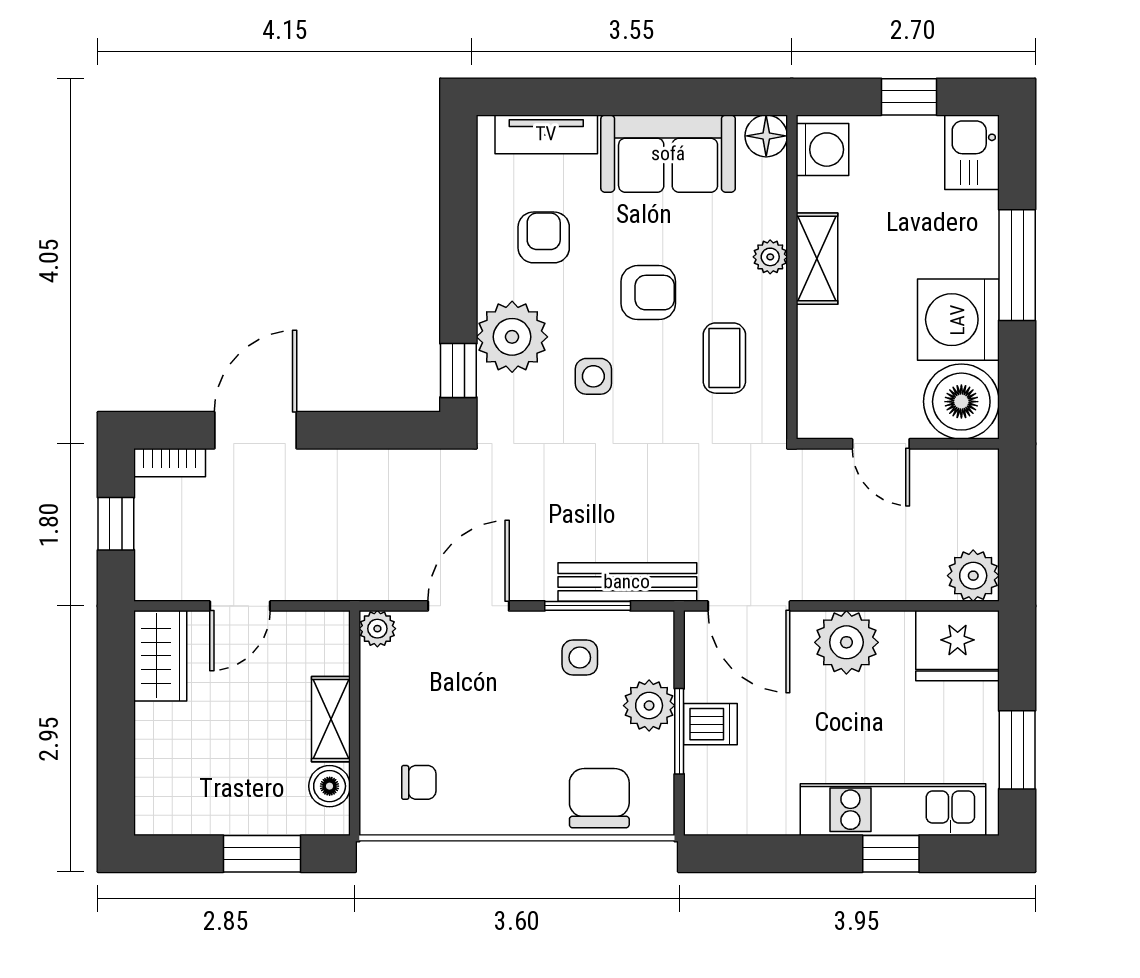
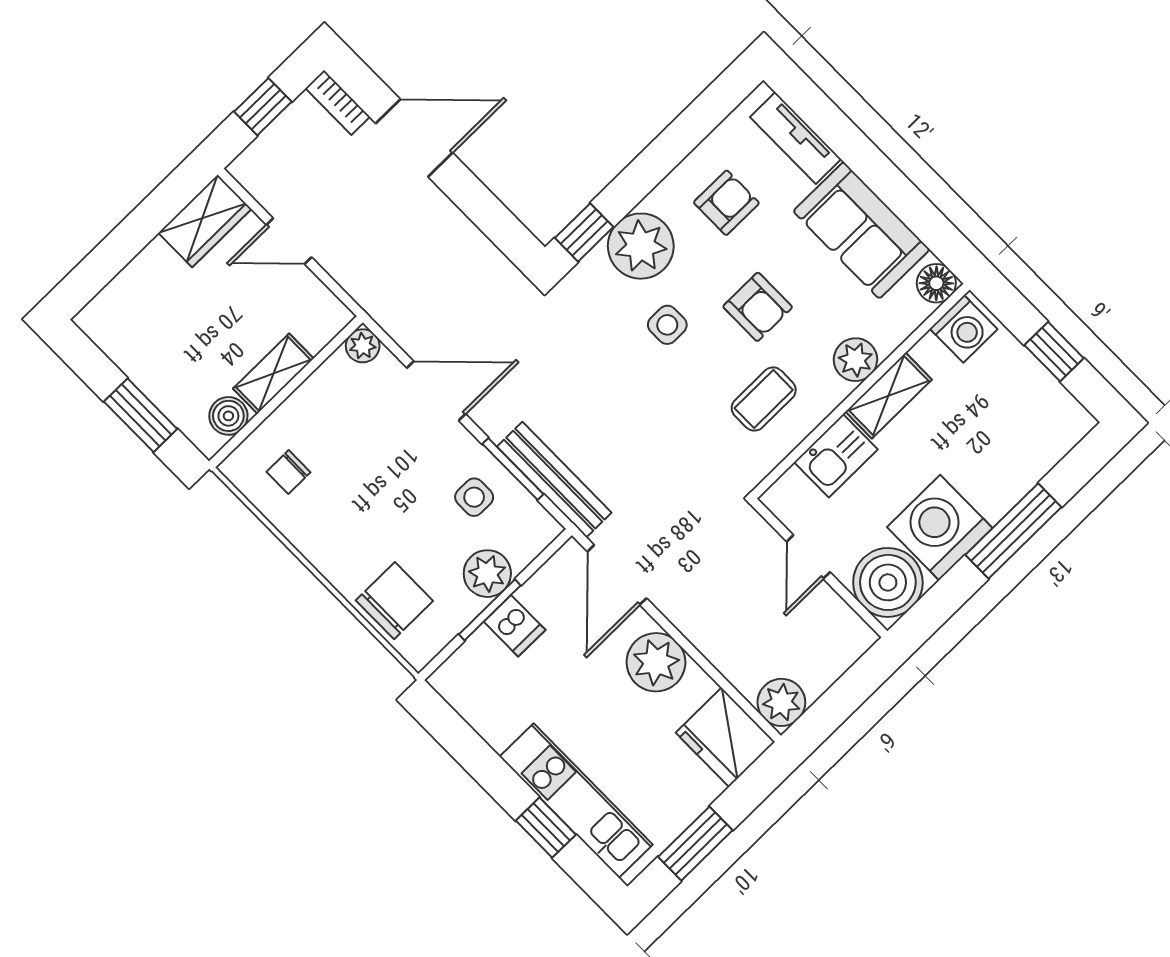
kitchen sink: (972, 152) -> (836, 456), moved, turned 180
plant: (770, 257) -> (855, 360), width x1.38, depth x1.38
chair: (419, 782) -> (288, 472), turned 90

